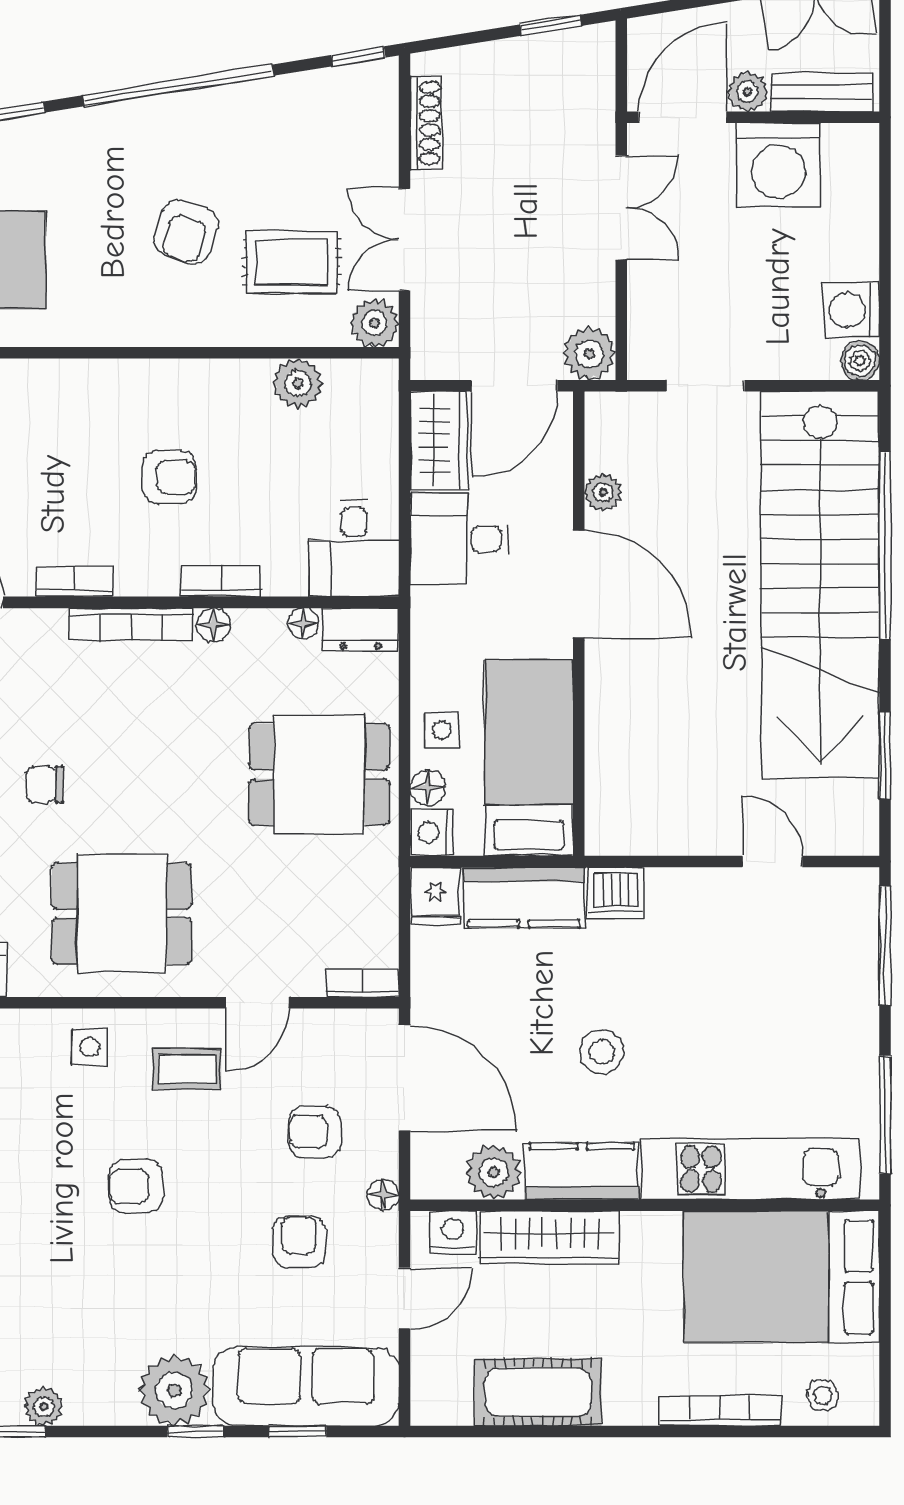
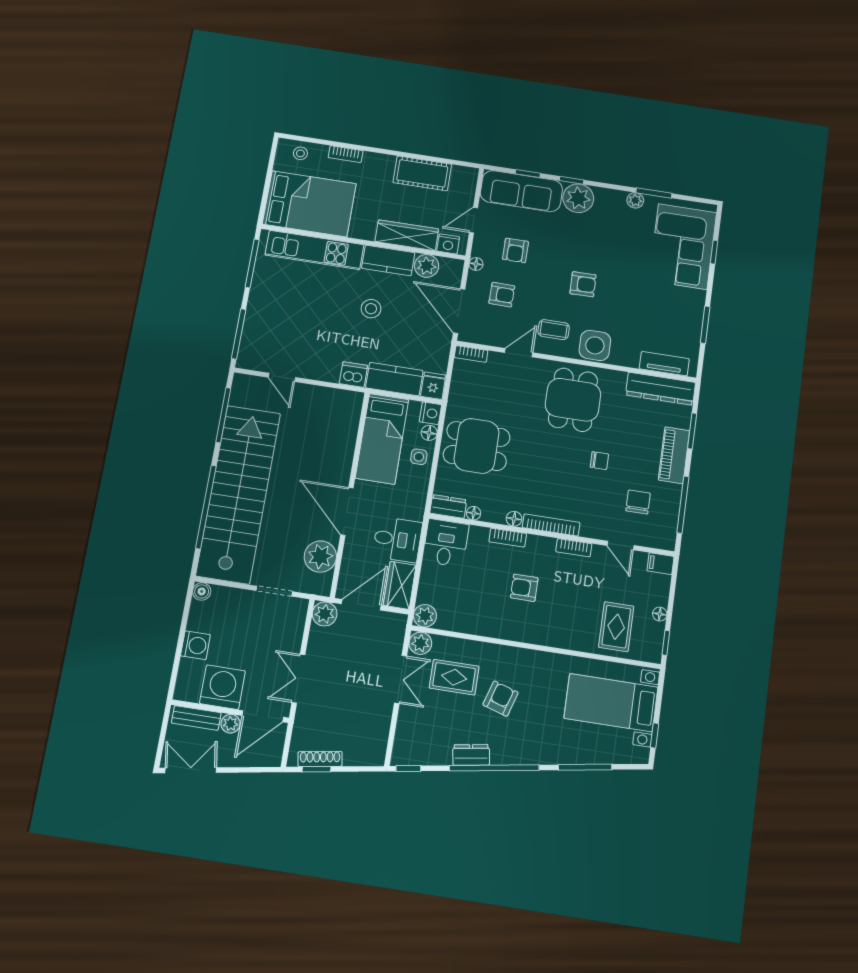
dresser: (231, 105) -> (471, 755), added
shoe rack: (426, 123) -> (320, 759), moved, turned 81
washing machine: (852, 310) -> (195, 645), moved
plant: (298, 383) -> (425, 616), moved
plant: (603, 492) -> (320, 557), width x1.87, depth x1.87
window: (885, 755) -> (223, 415), width x1.44
dining table: (122, 913) -> (573, 400), turned 90
side table: (90, 1047) -> (595, 345), width x1.87, depth x1.87
bookcase: (720, 1410) -> (346, 154), width x0.64

